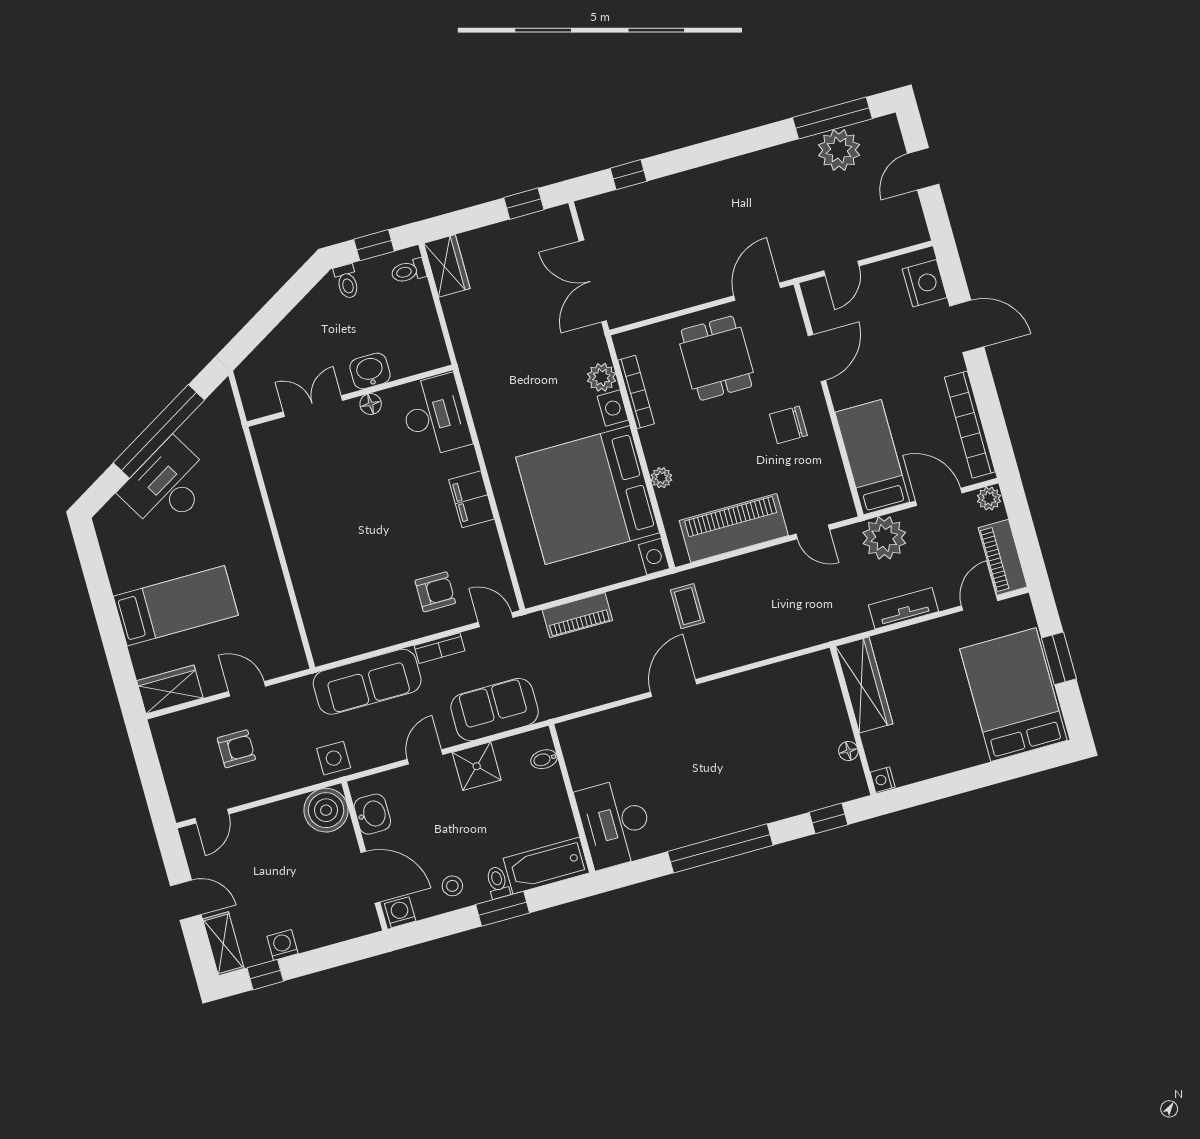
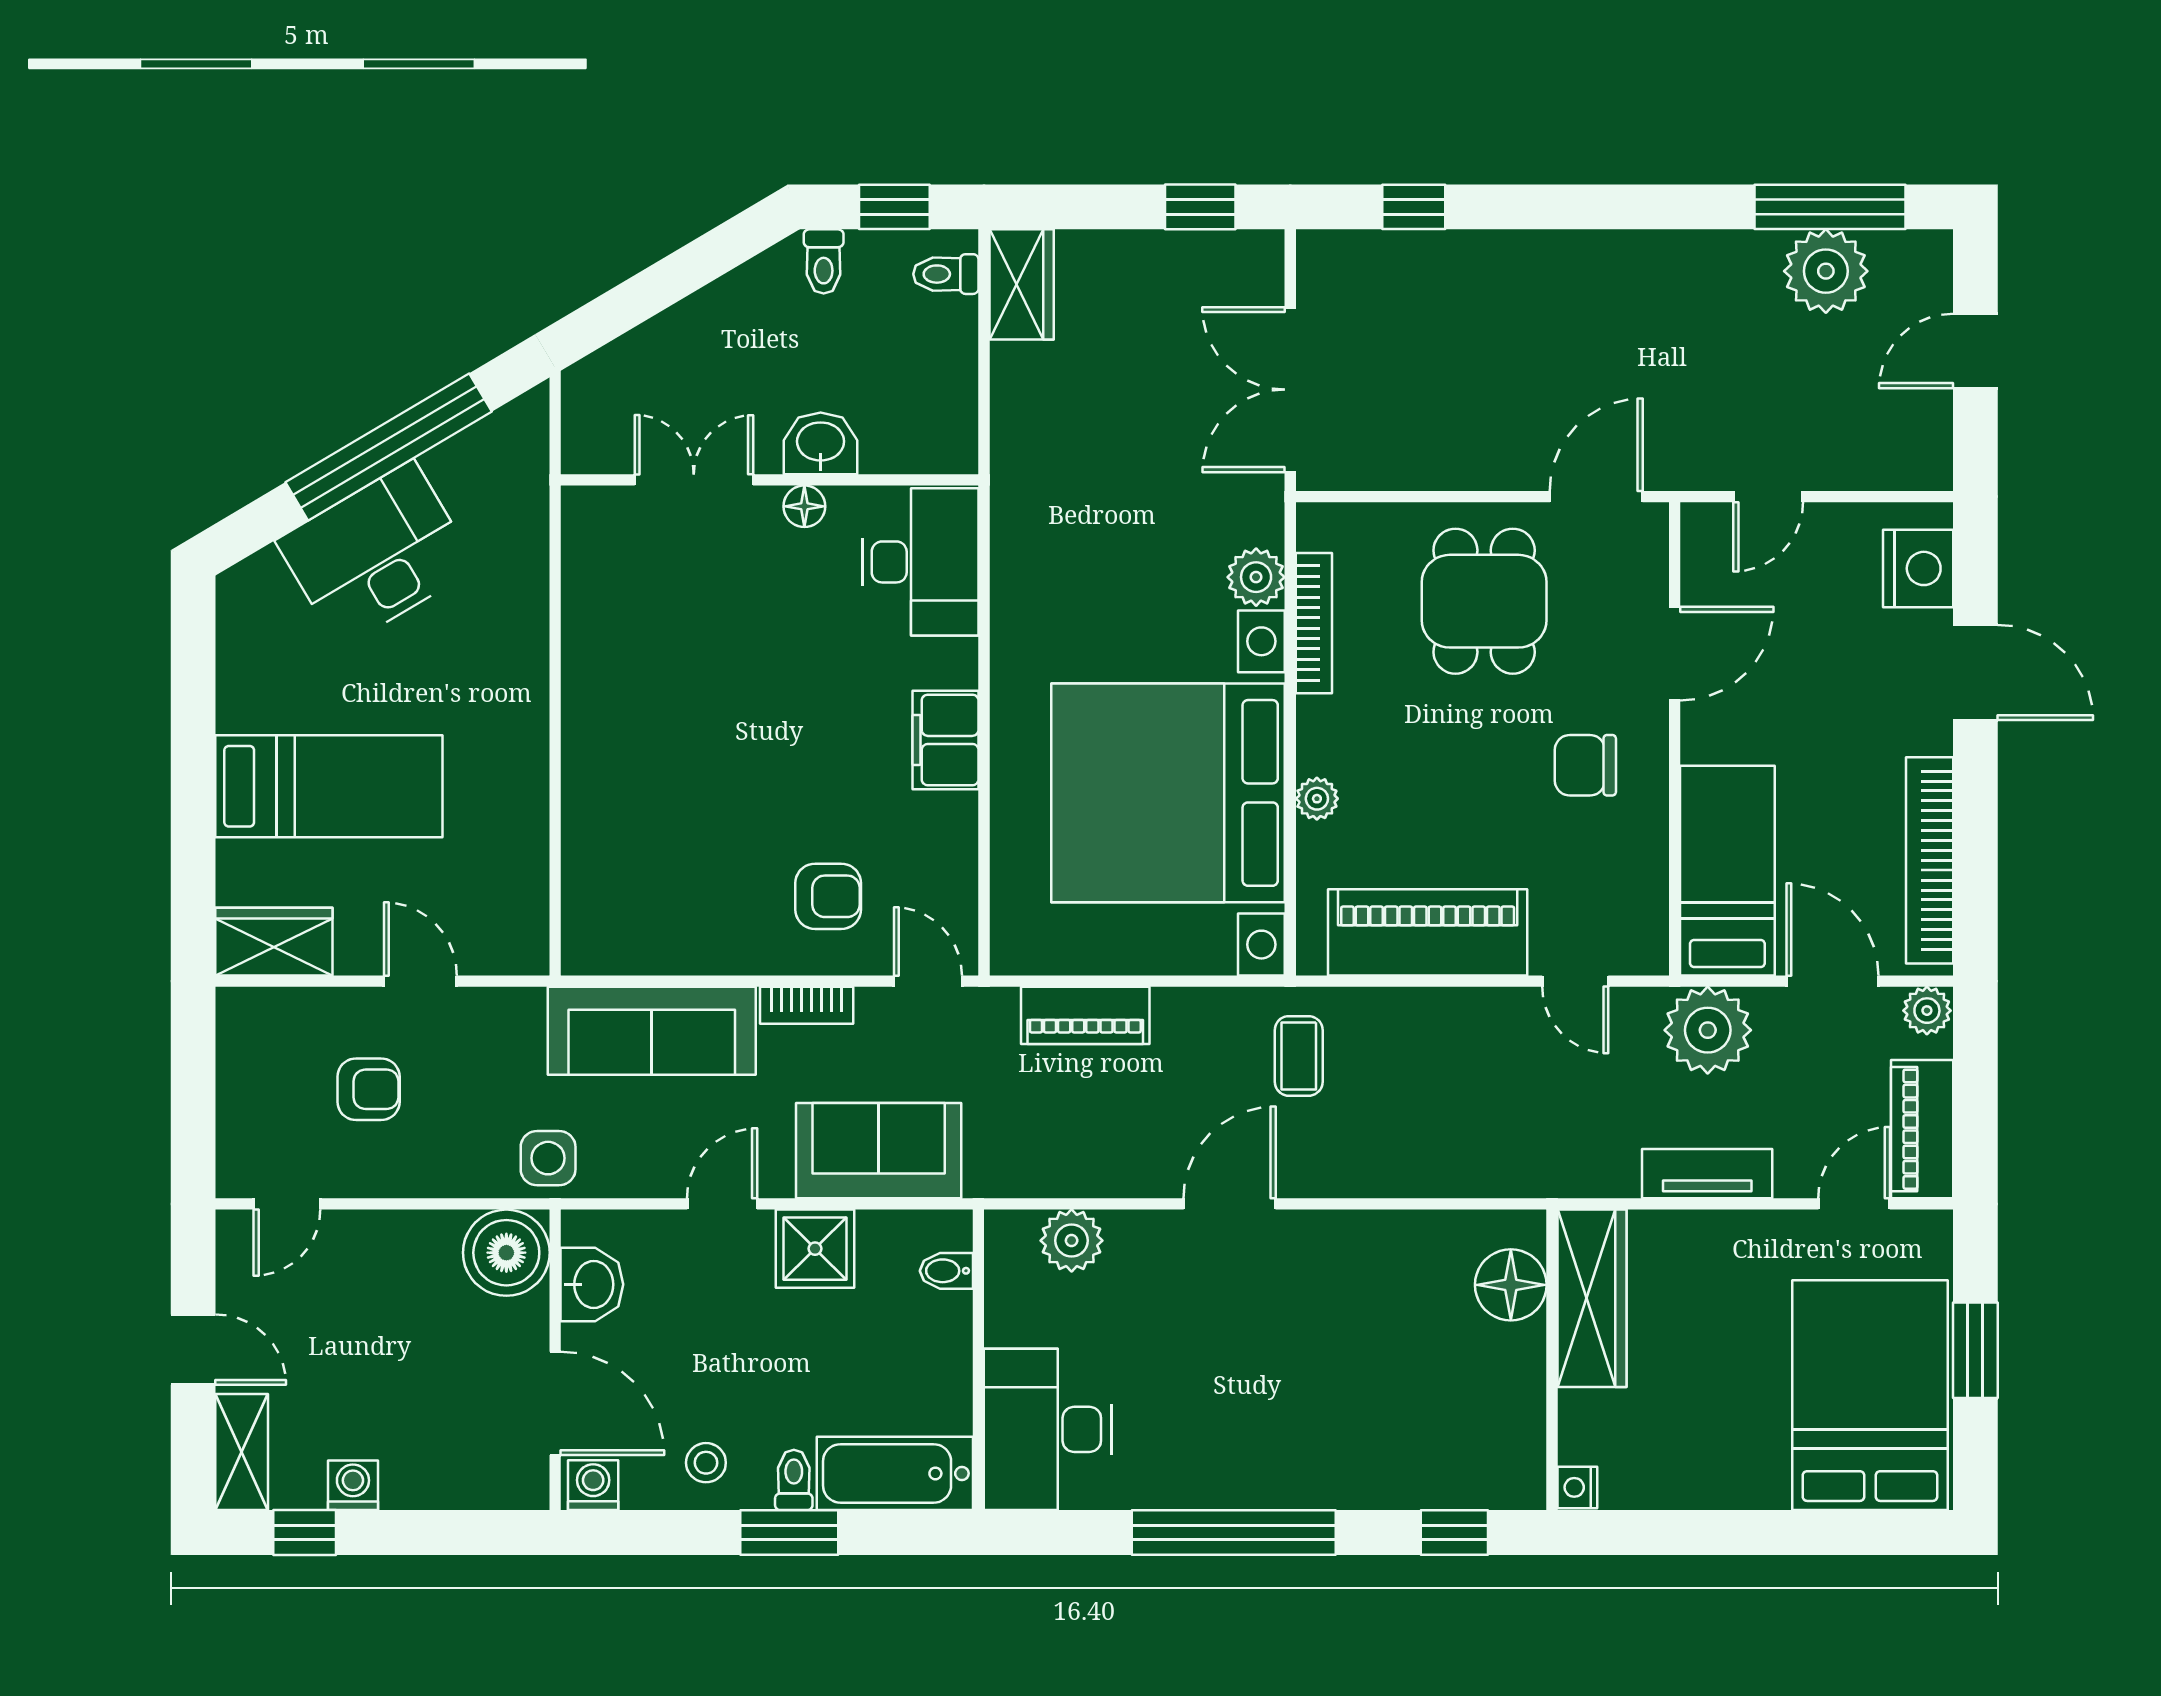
plant: (601, 727) -> (1072, 1241), added
floor lamp: (848, 751) -> (1511, 1285), moved, width x1.89, depth x1.89

